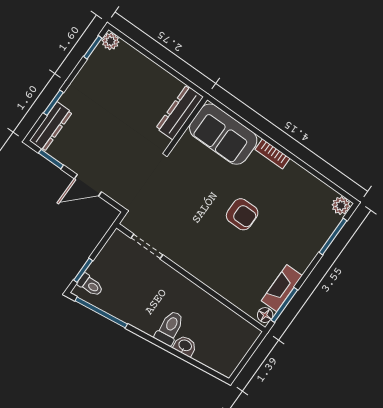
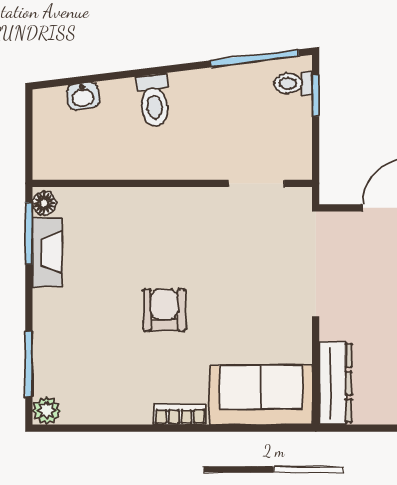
armchair: (242, 214) -> (164, 310), turned 90
washbasin: (185, 346) -> (83, 96), moved

